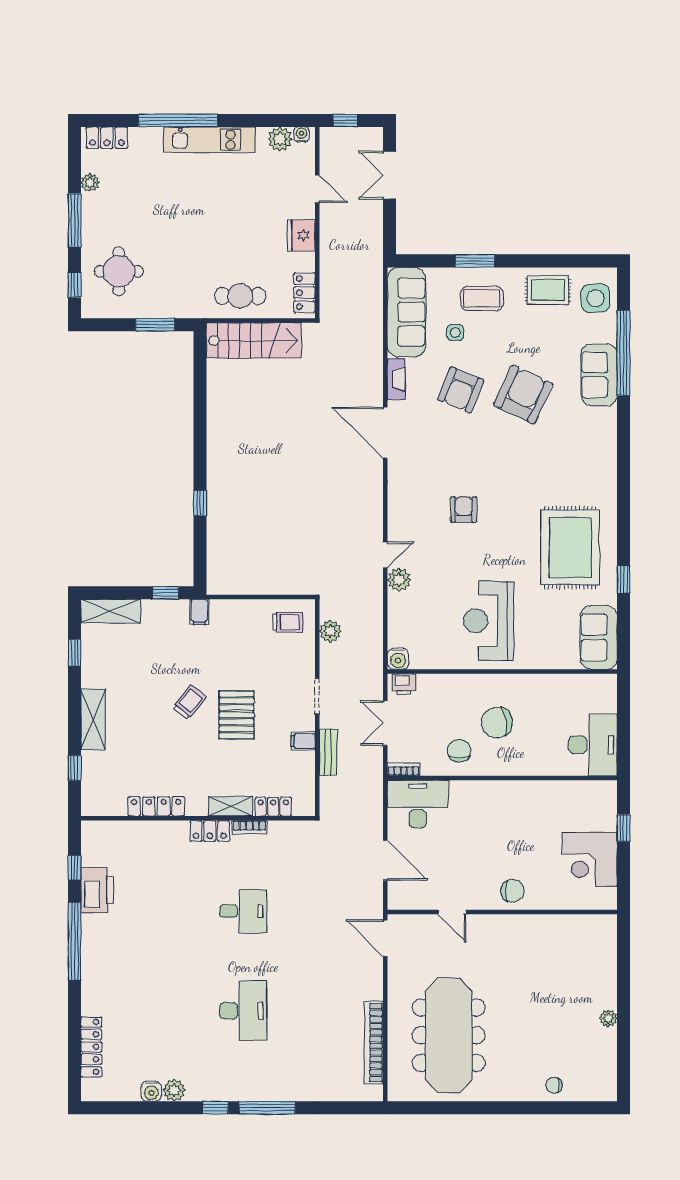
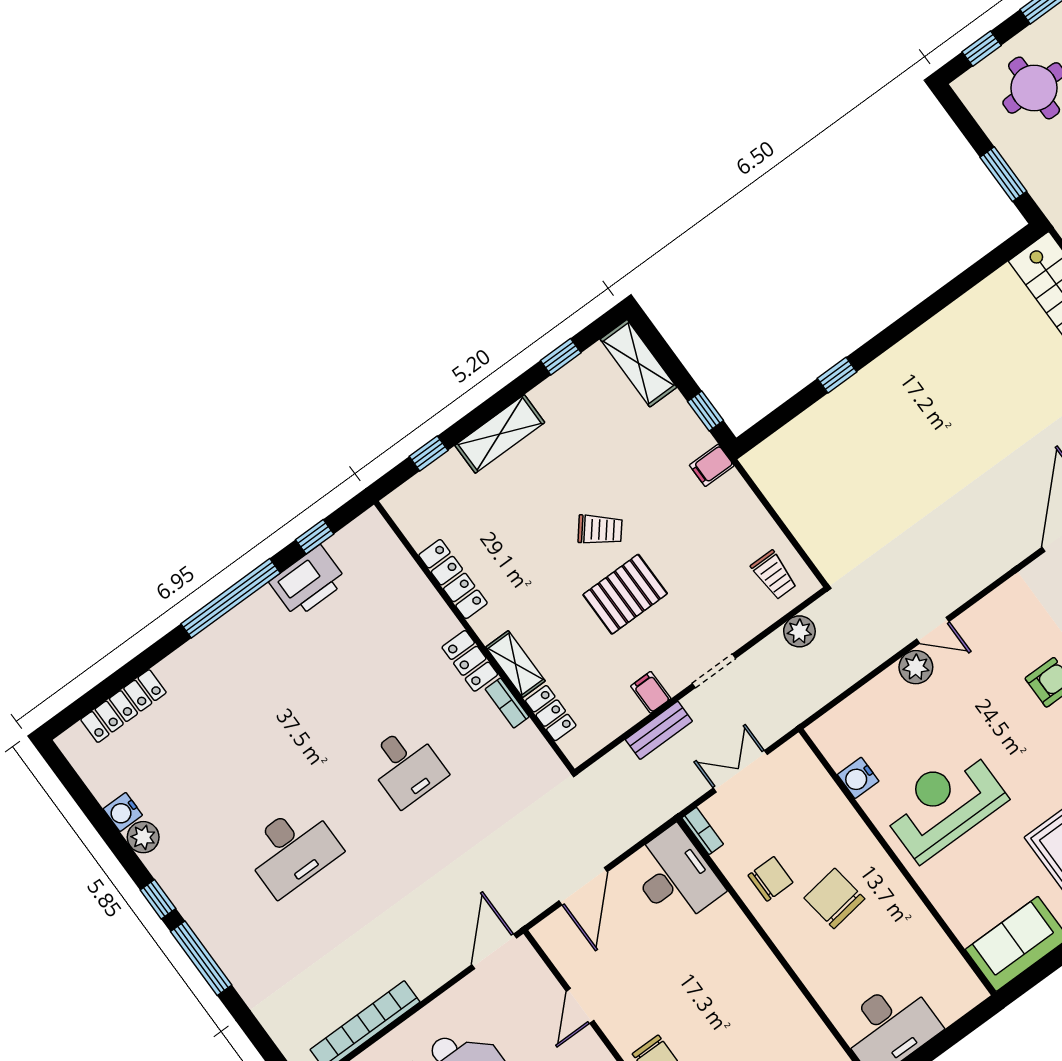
water cooler: (398, 659) -> (858, 778), moved
printer: (404, 684) -> (800, 760), removed

